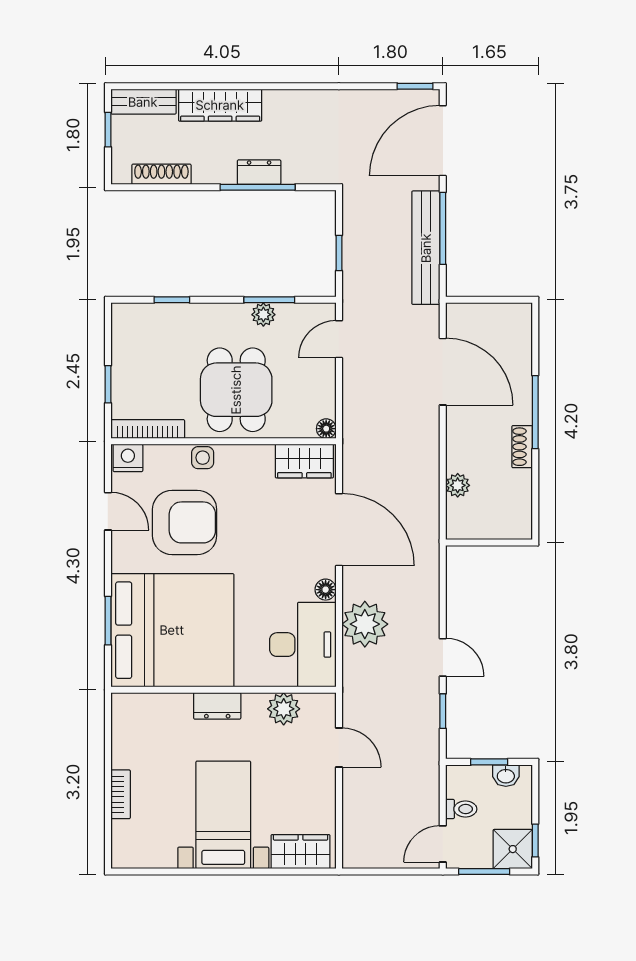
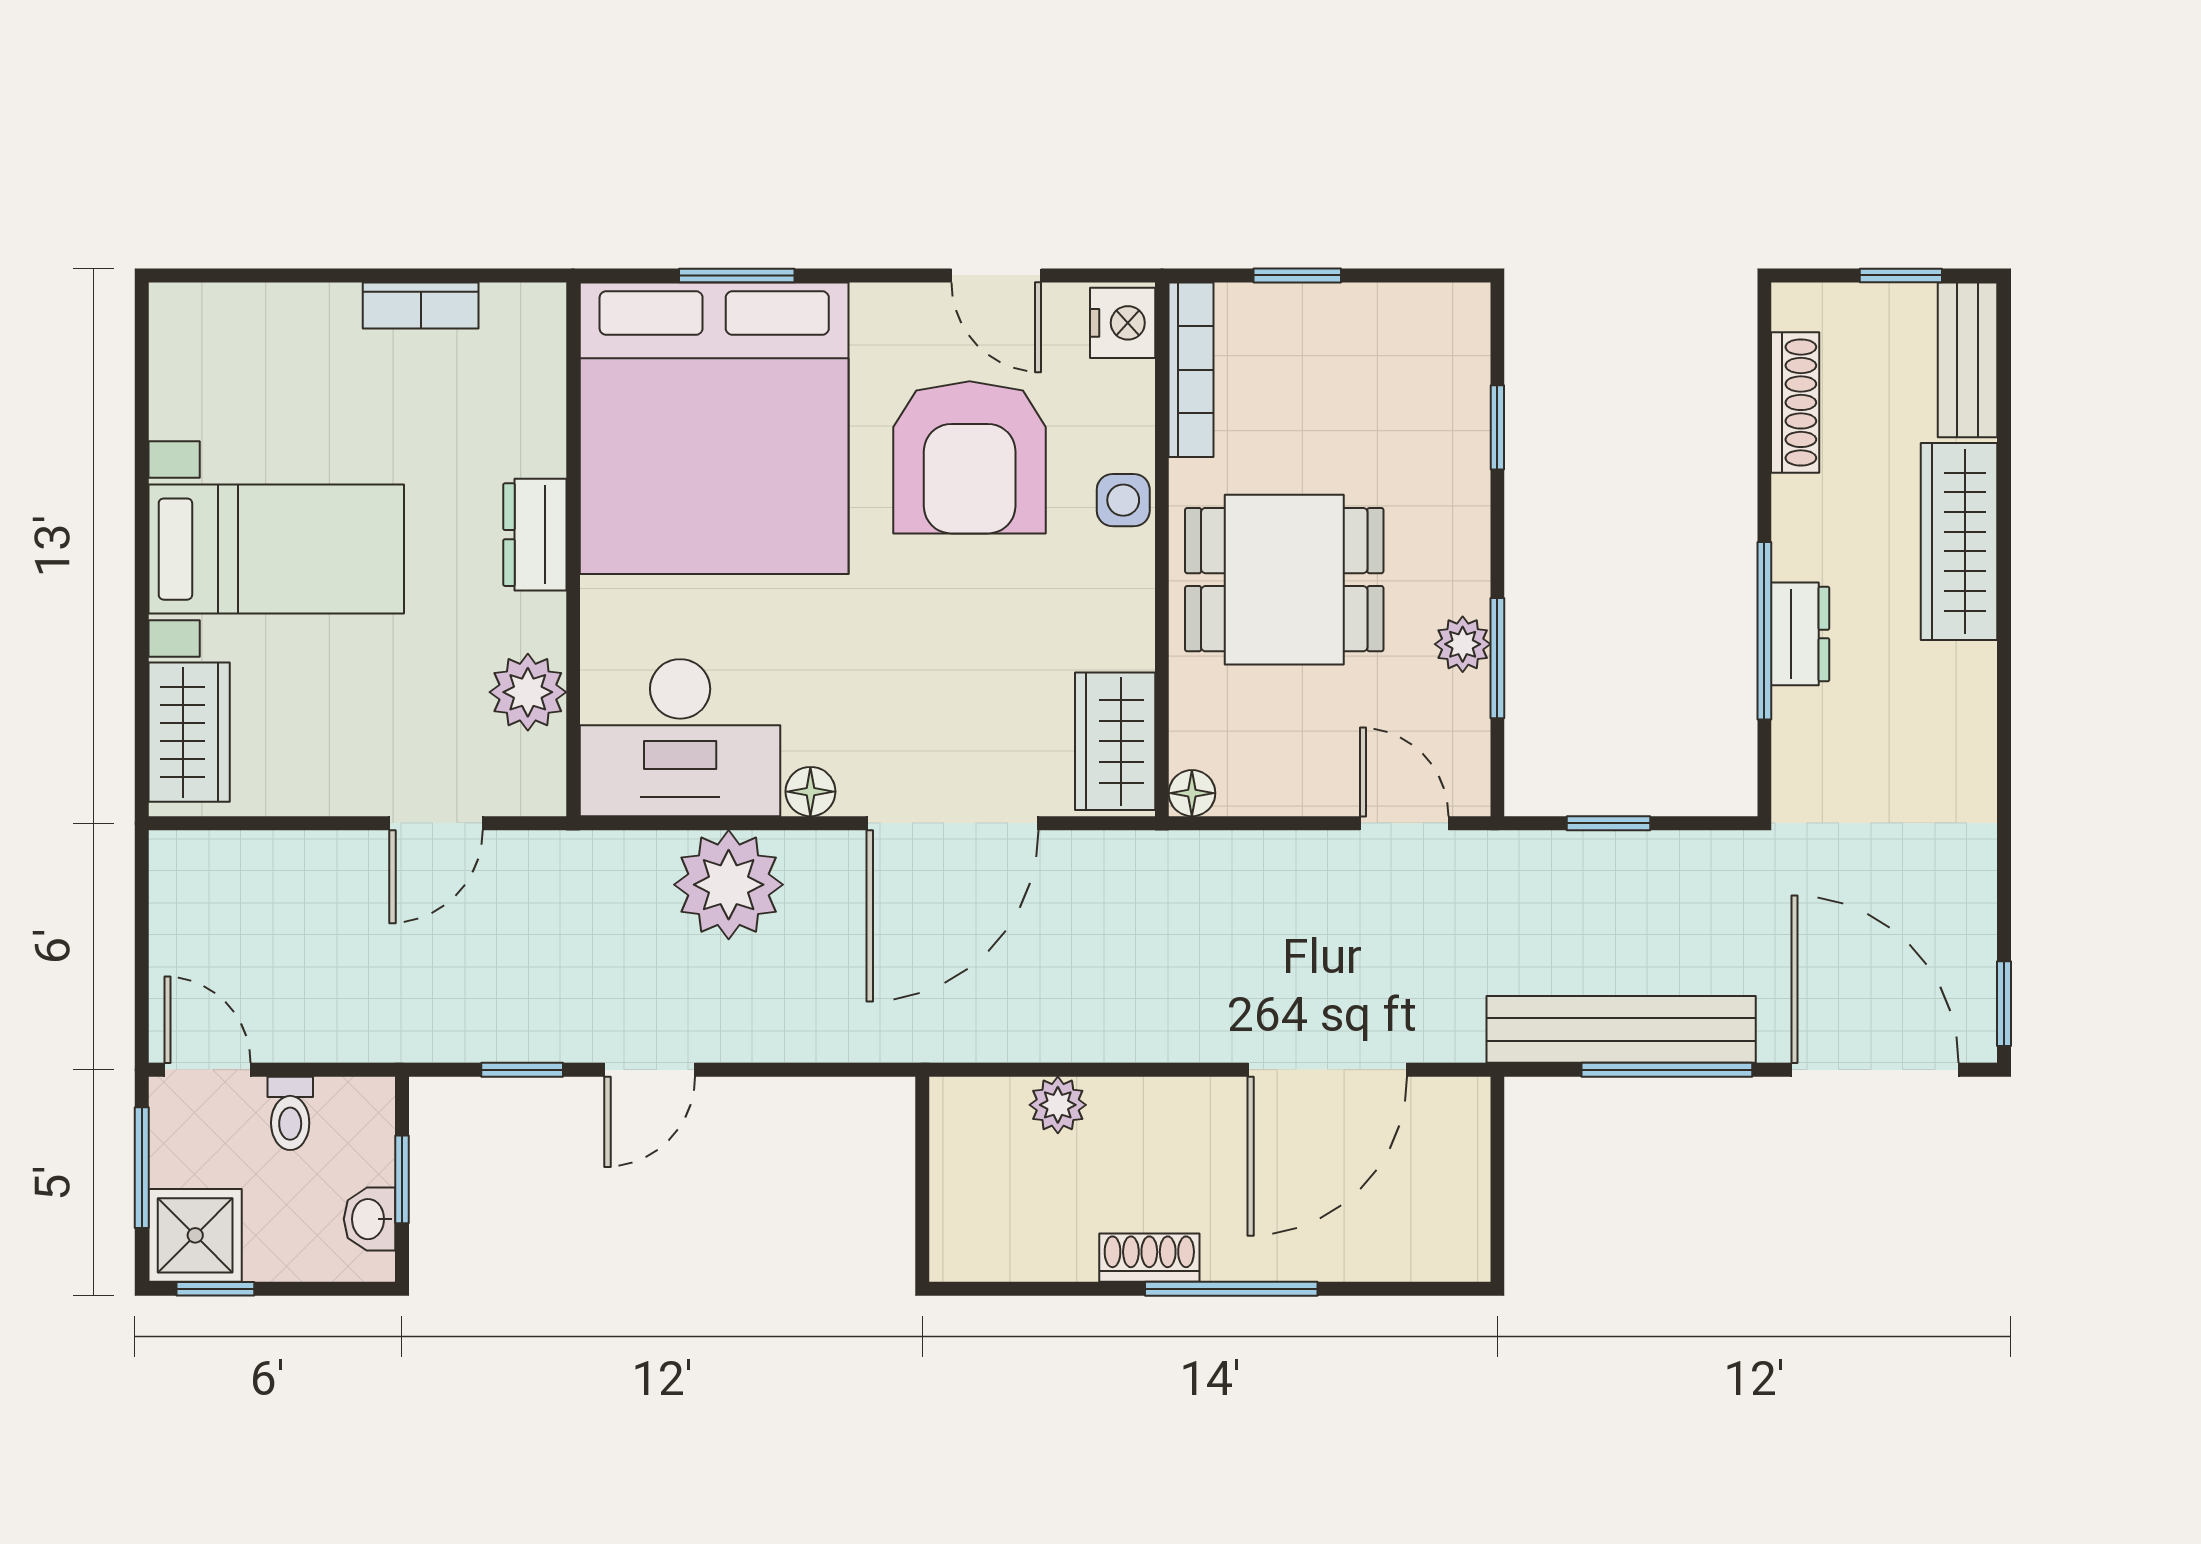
door: (108, 511) -> (996, 275), hinge flipped
bookcase: (121, 794) -> (421, 305), moved

